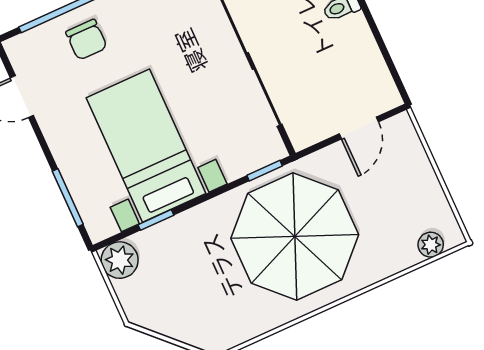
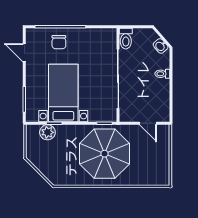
door: (359, 128) -> (148, 123), hinge flipped
plant: (431, 245) -> (155, 180), removed
plant: (120, 260) -> (47, 132), moved

